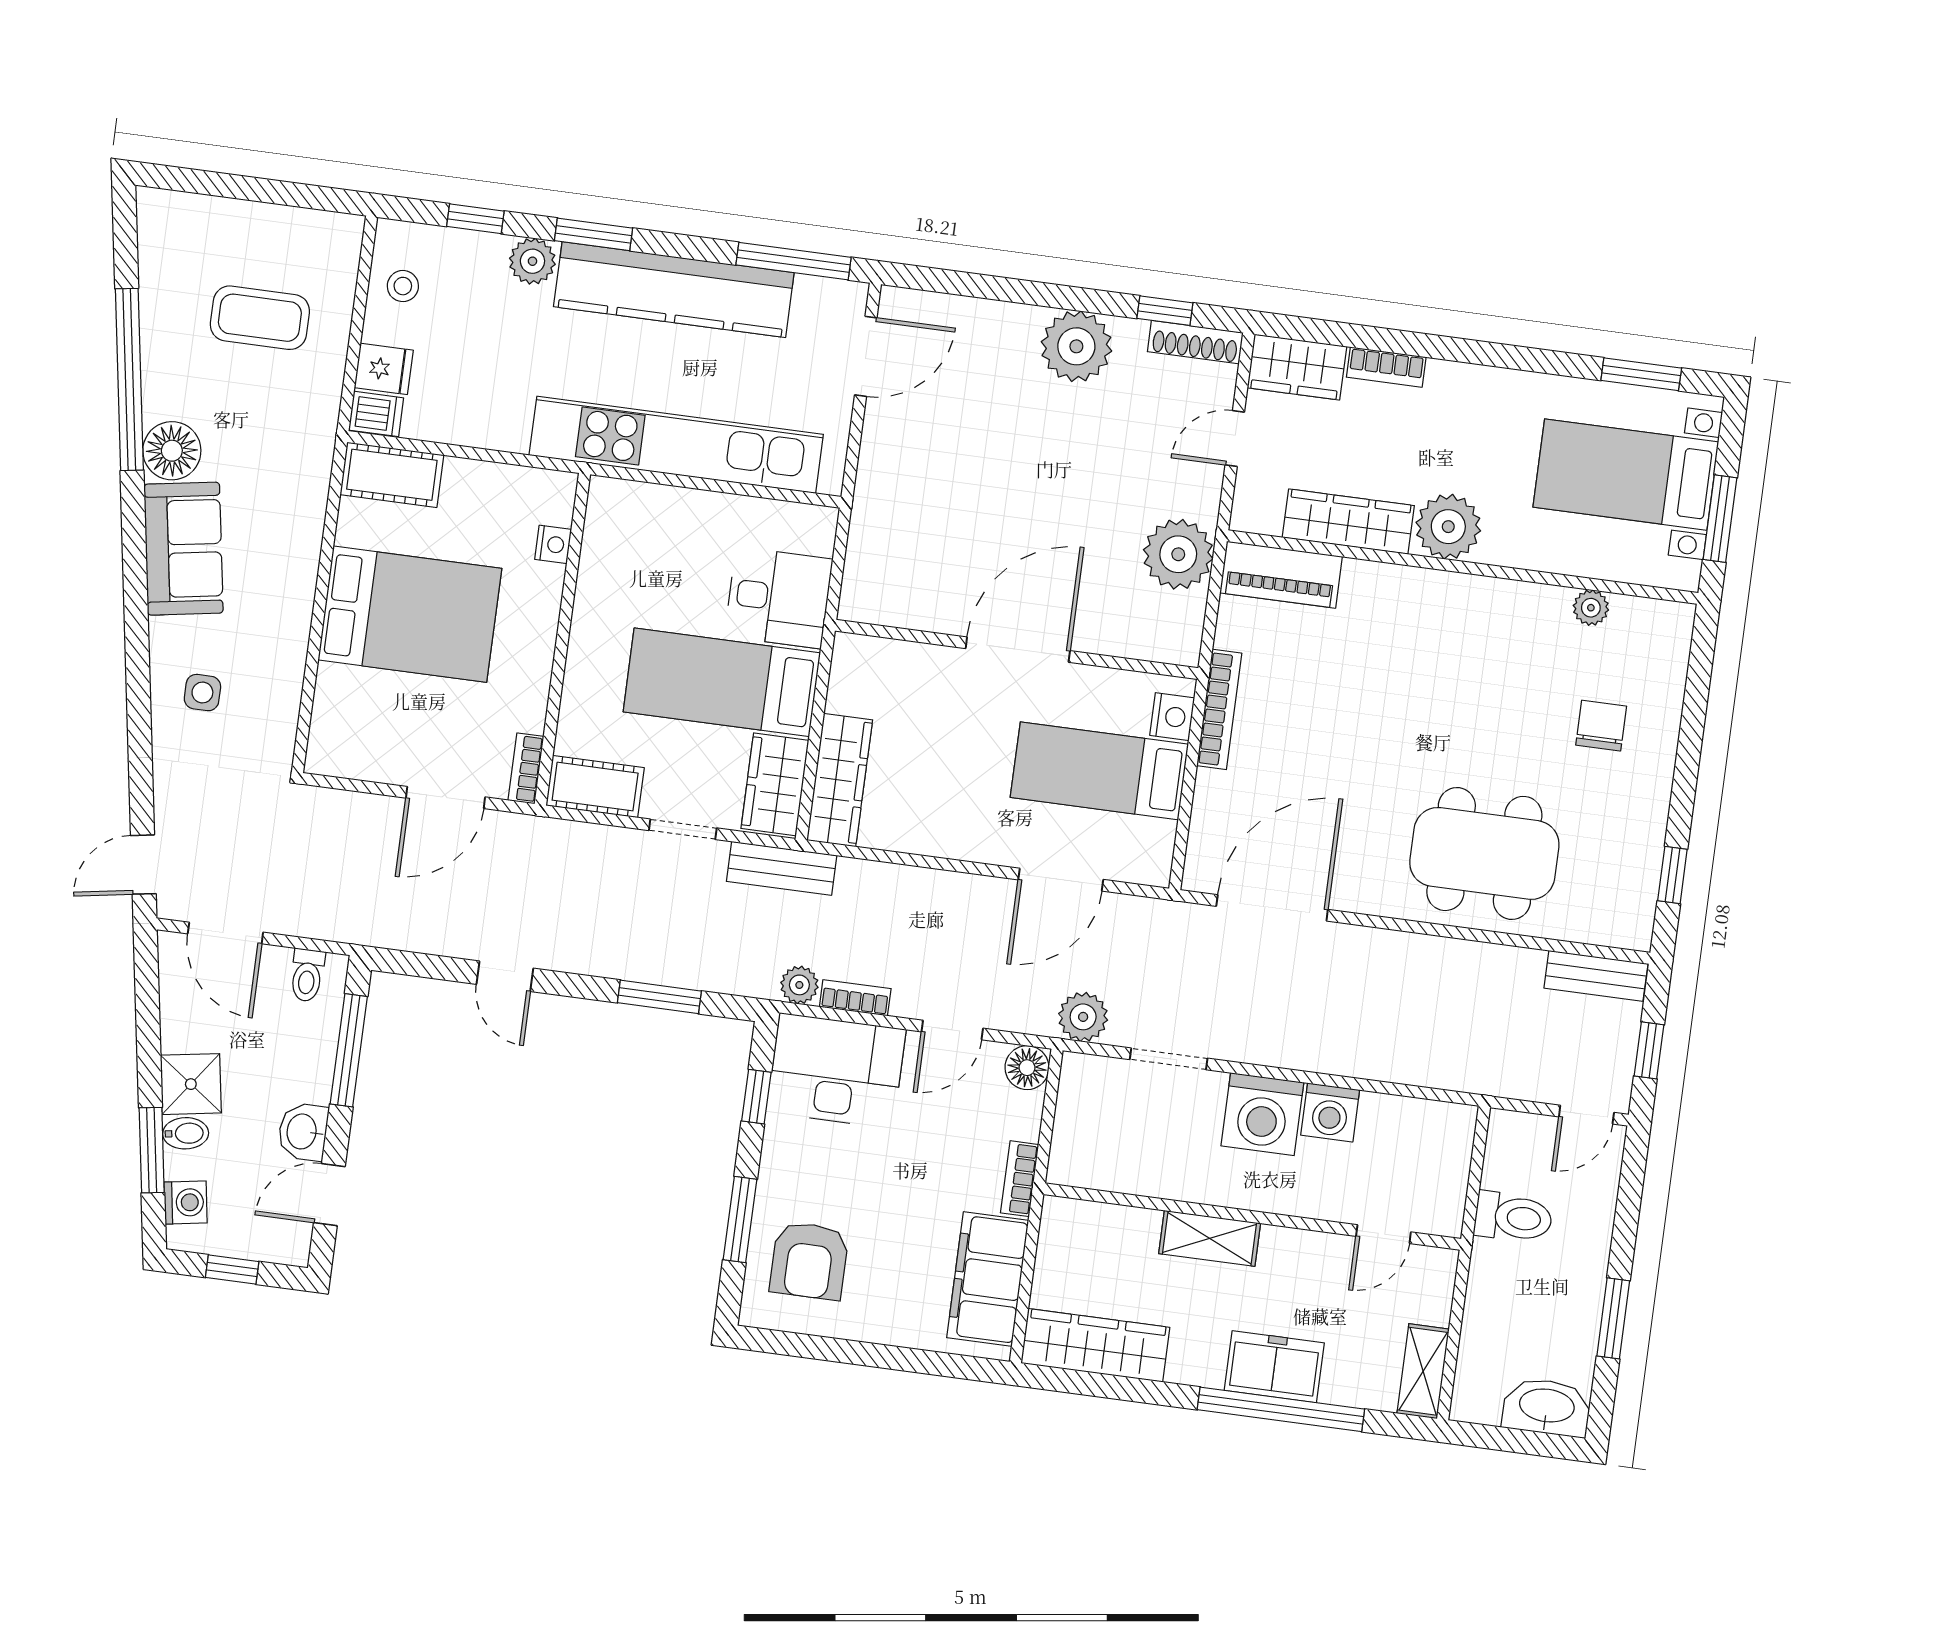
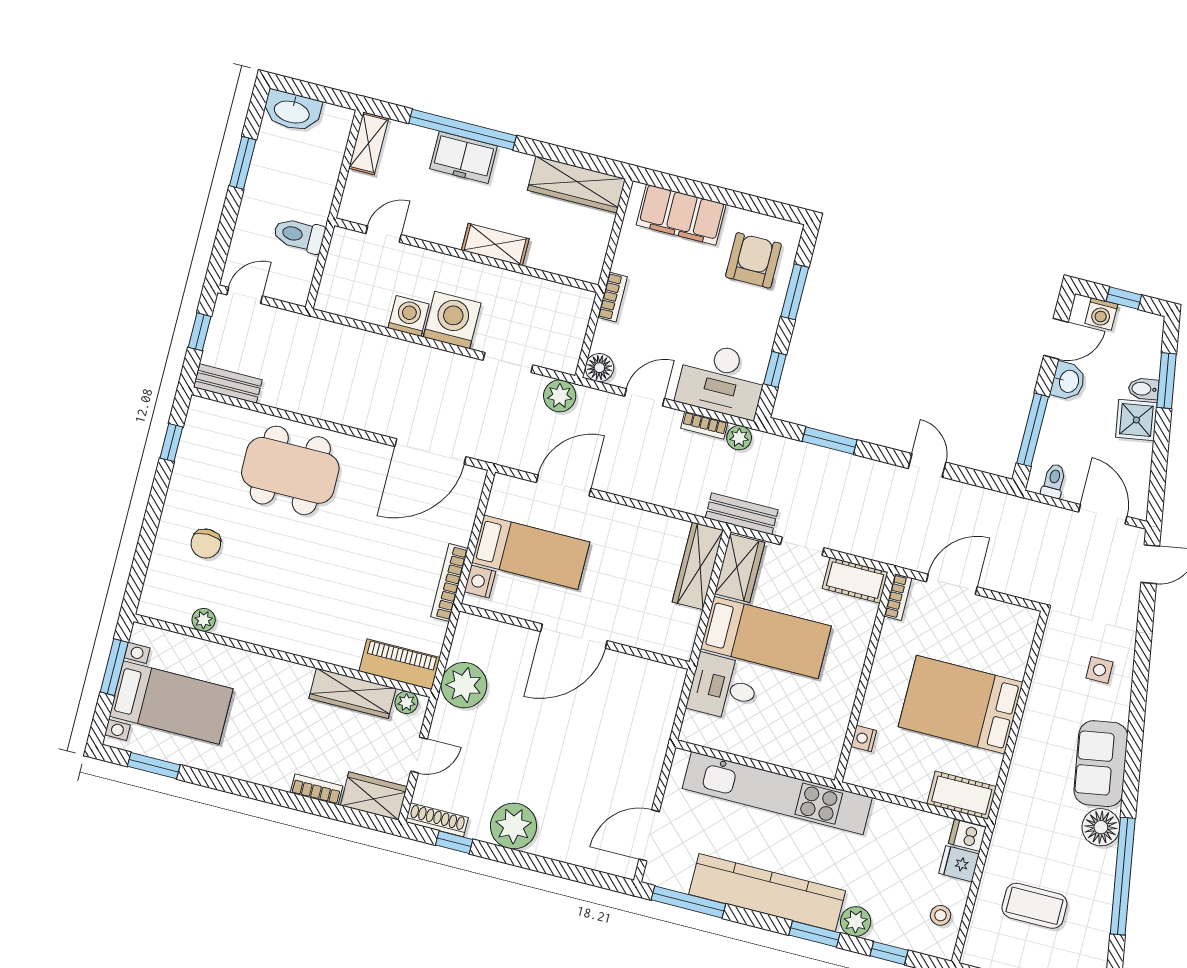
plant: (1448, 527) -> (406, 702), moved, width x0.53, depth x0.53
washing machine: (186, 1202) -> (1101, 314), moved, turned -81
filing cabinet: (988, 1279) -> (681, 215), moved, turned 90

